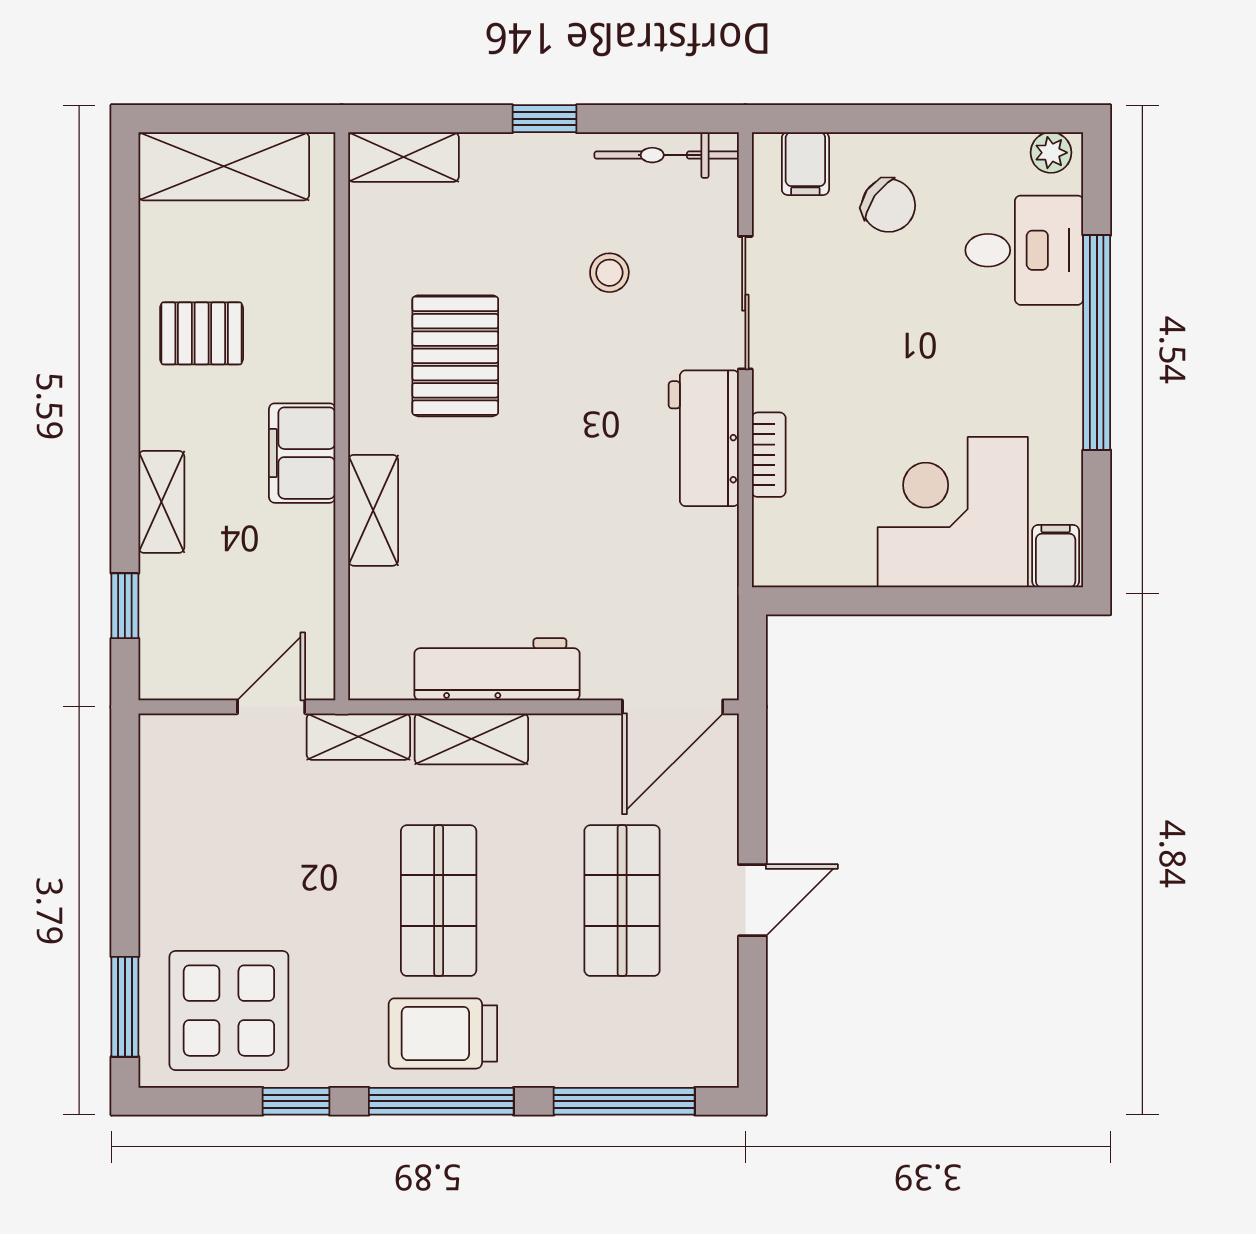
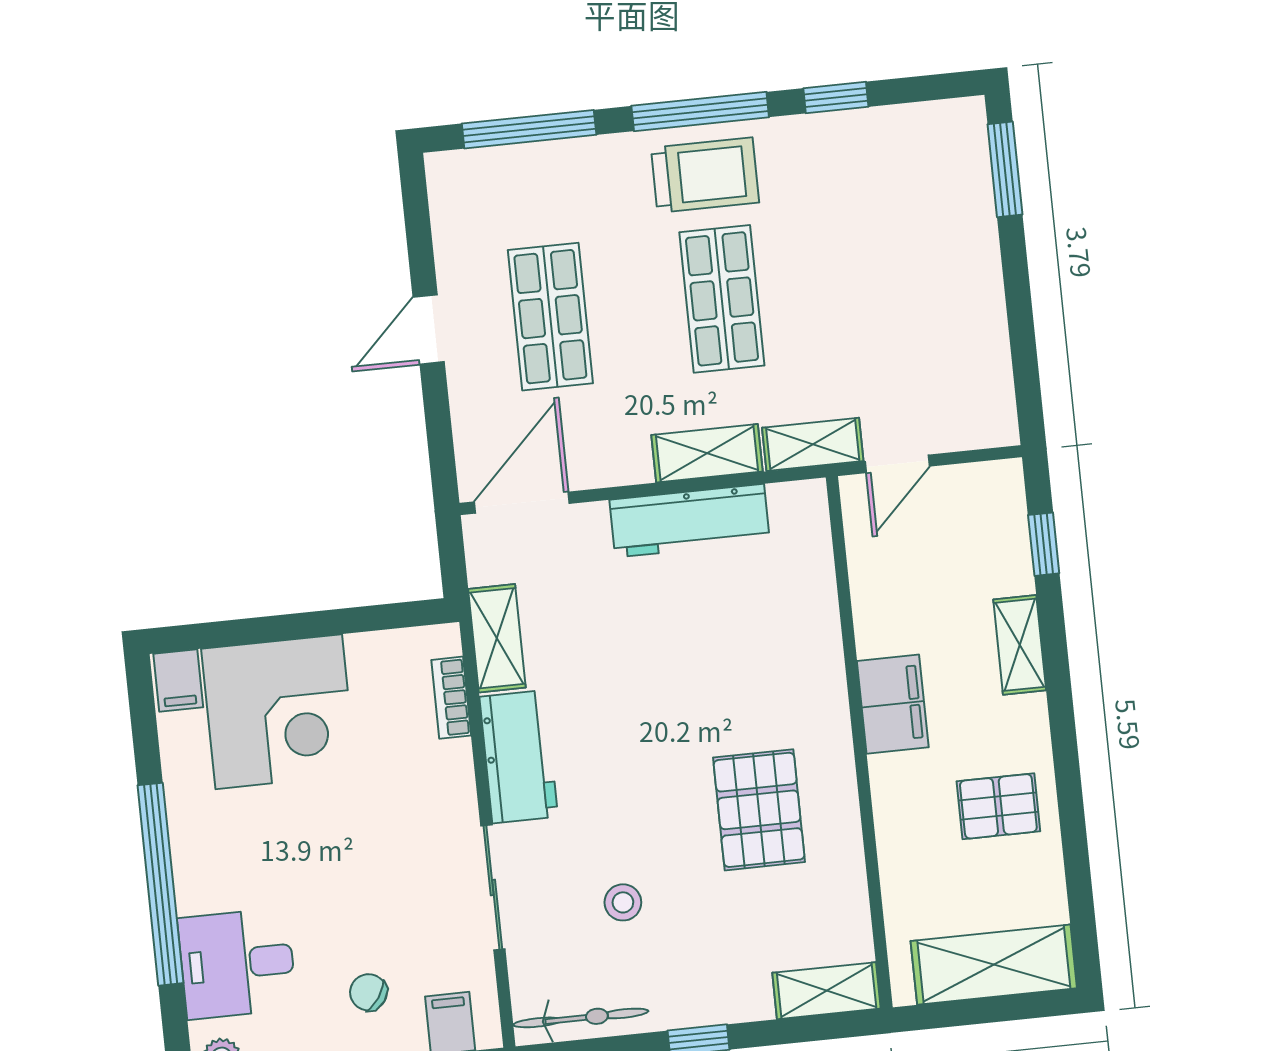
chair: (889, 205) -> (368, 992), width x0.73, depth x0.73
bookcase: (769, 455) -> (451, 698), moved
shelving: (373, 510) -> (497, 638), moved
display table: (229, 1011) -> (907, 176), removed

